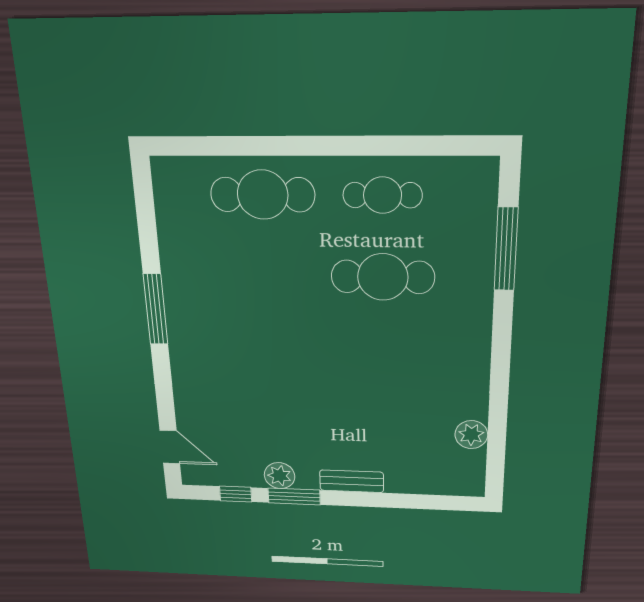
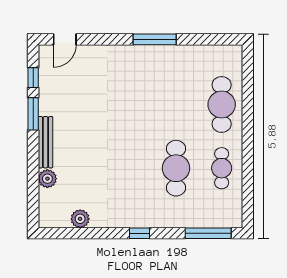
window: (506, 249) -> (208, 233), moved
window: (501, 341) -> (139, 233), added
plant: (280, 476) -> (47, 179), moved
bench: (352, 481) -> (45, 142), width x1.36

